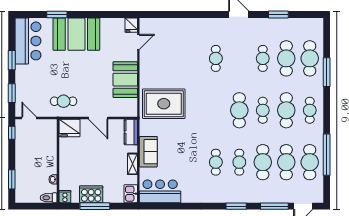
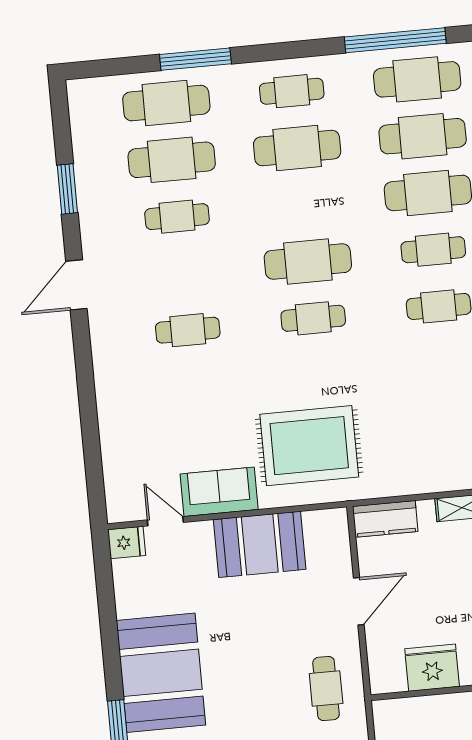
rug: (164, 104) -> (309, 446), turned 90
cafe table: (263, 110) -> (313, 318), moved
fridge: (70, 128) -> (432, 668), moved, turned -90
sofa: (148, 152) -> (219, 492), moved

